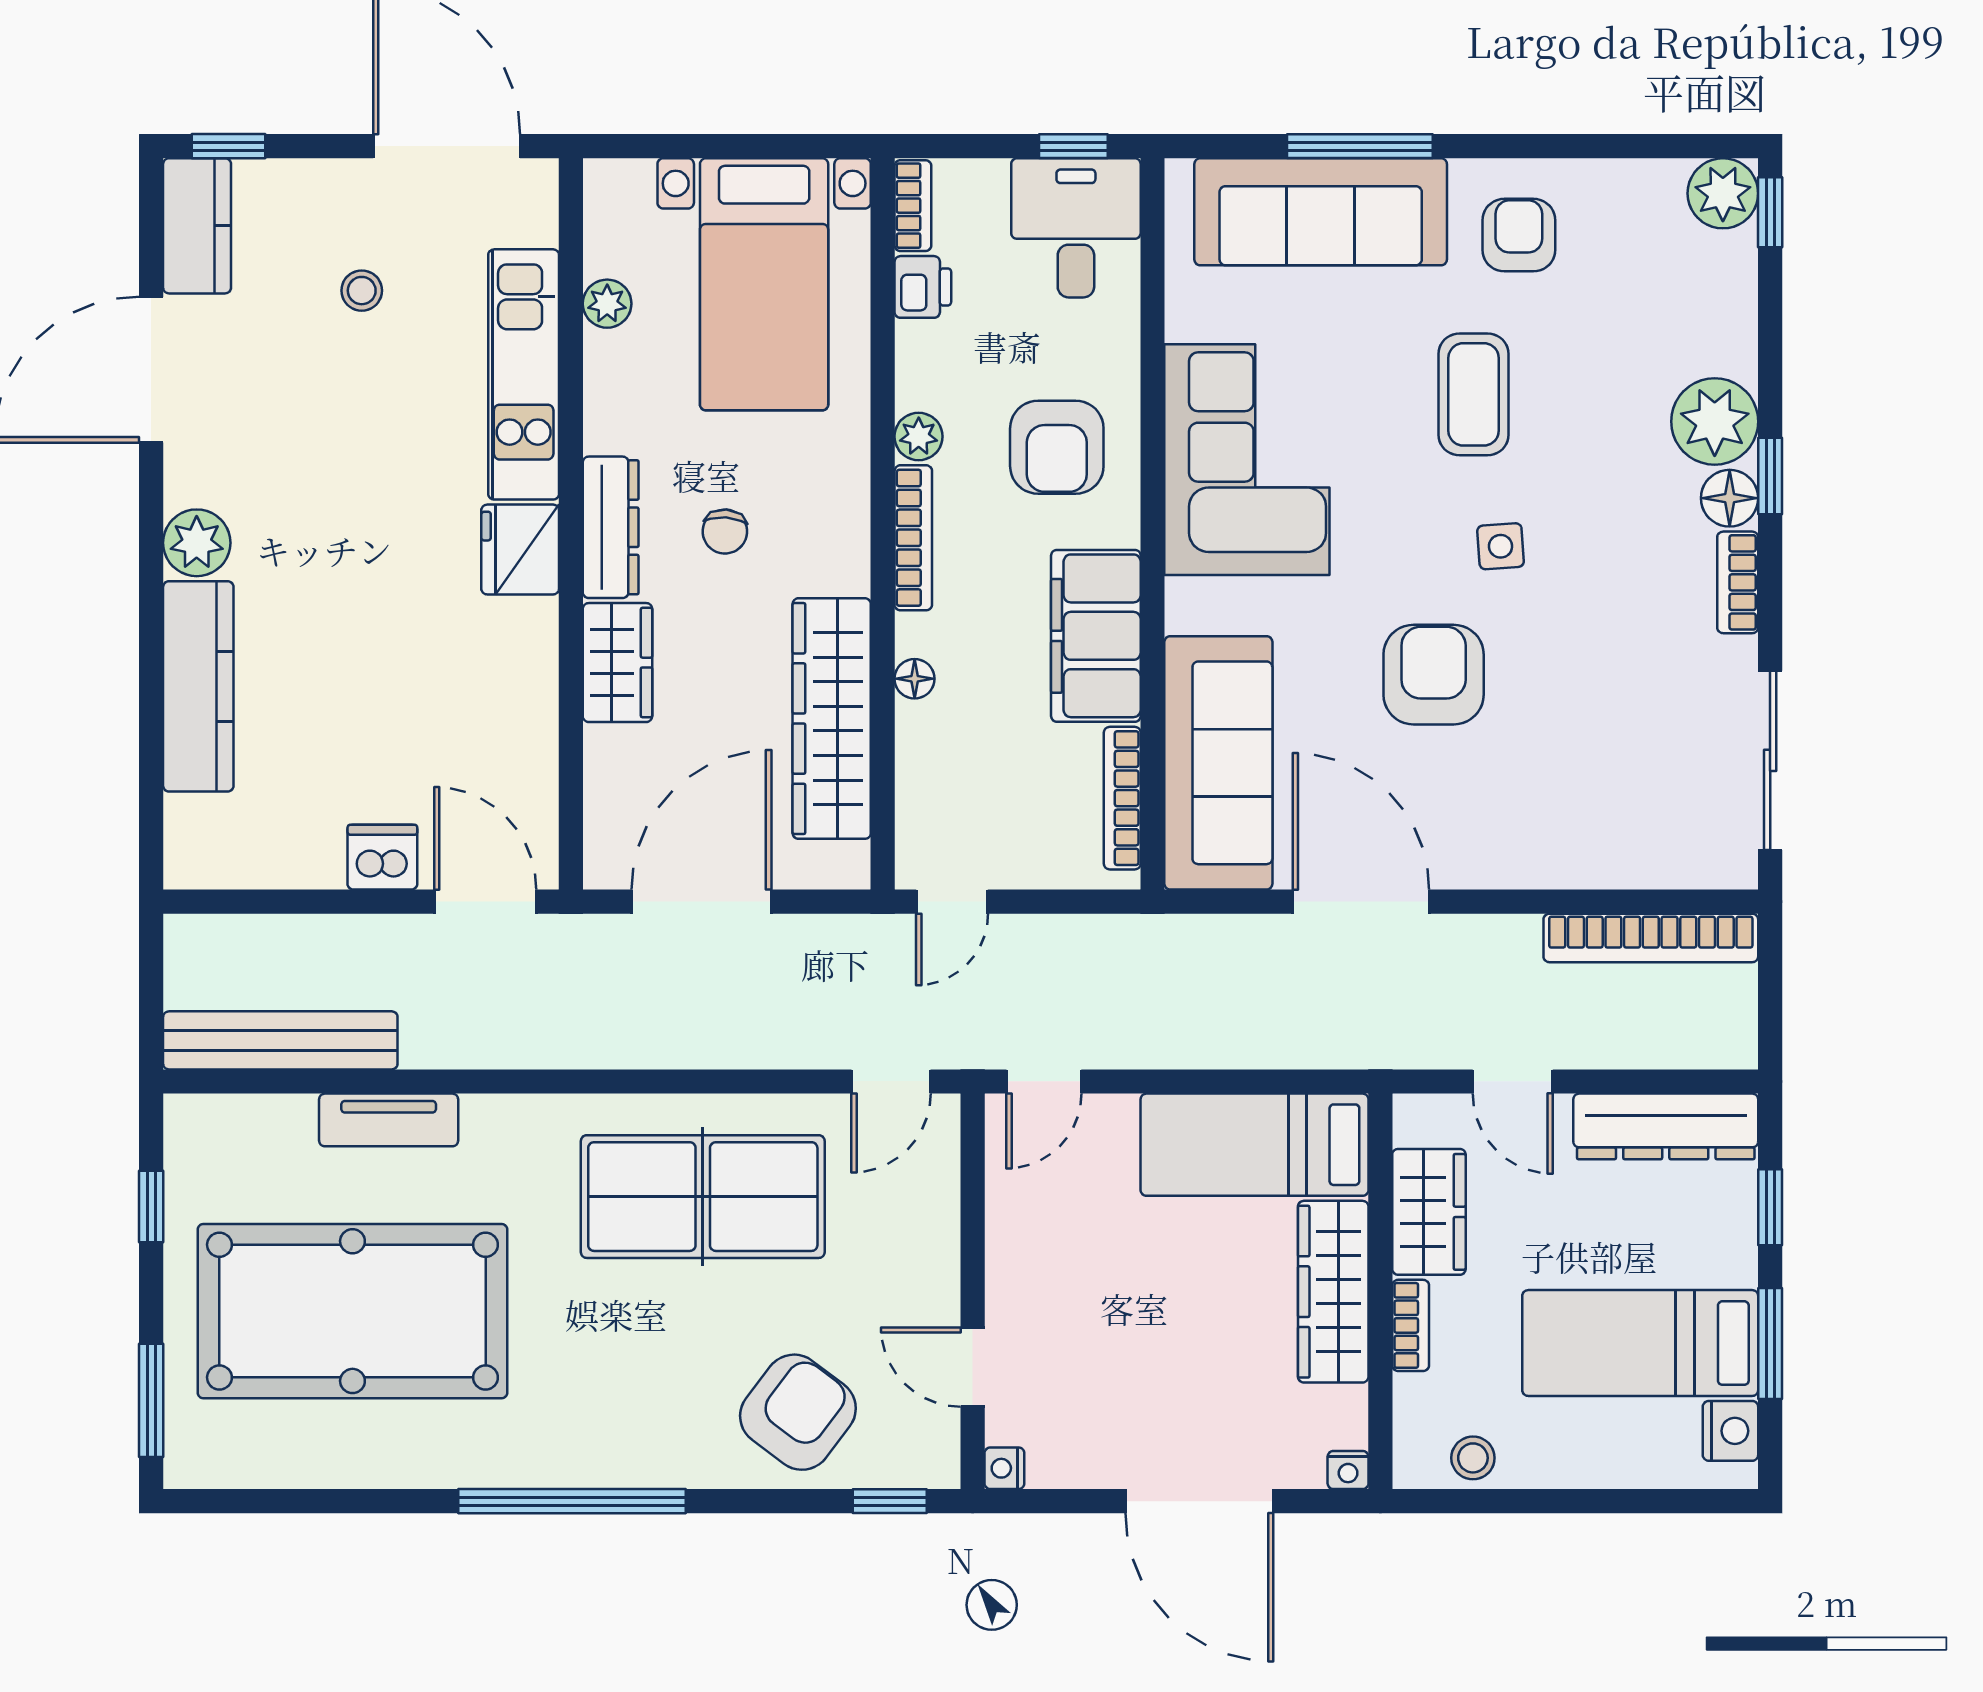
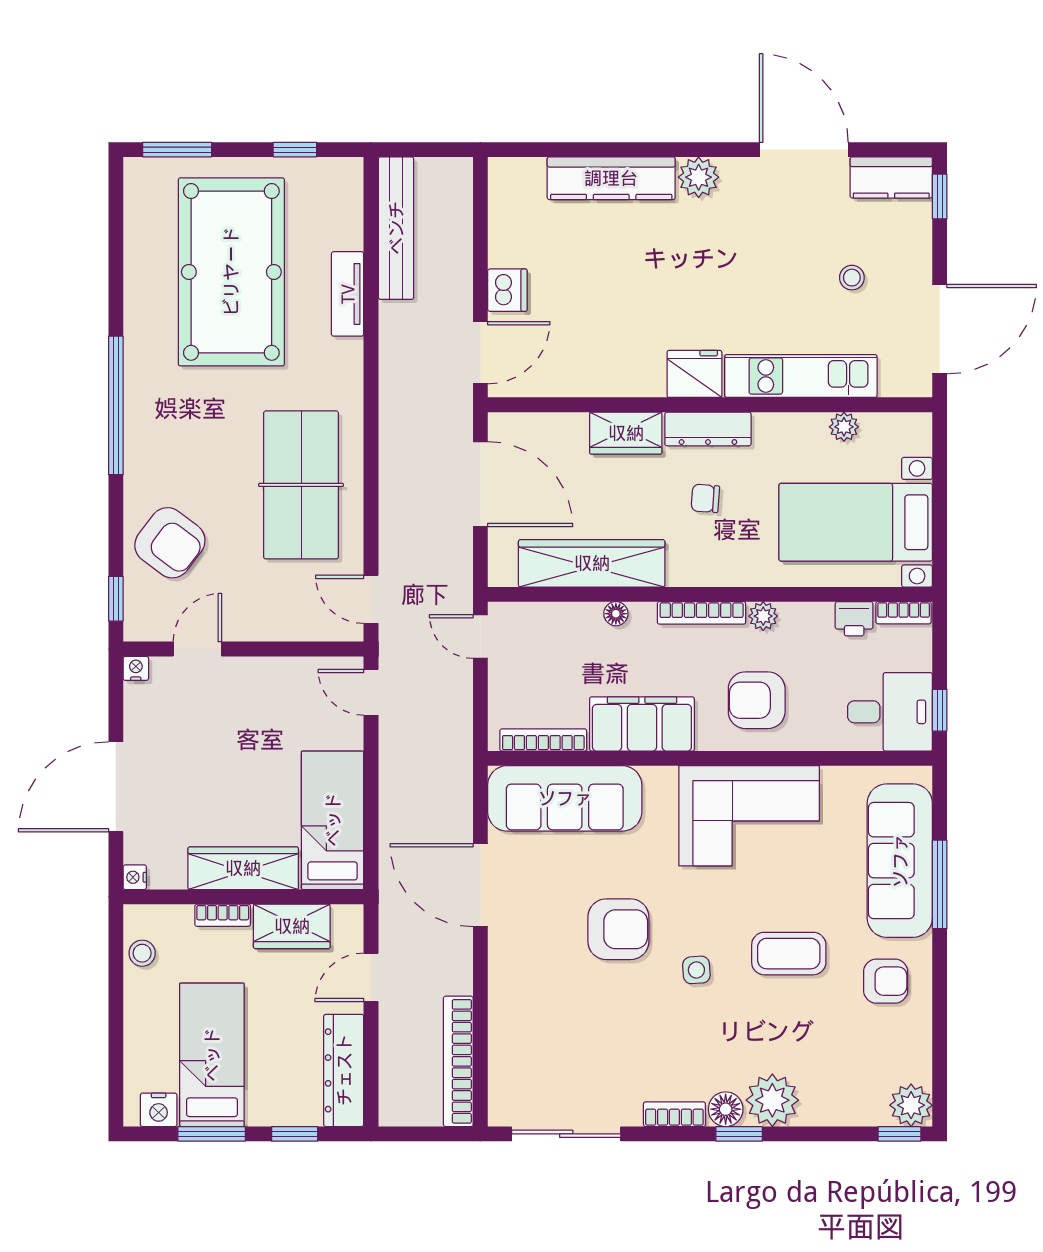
door: (1361, 902) -> (480, 885), swing flipped

